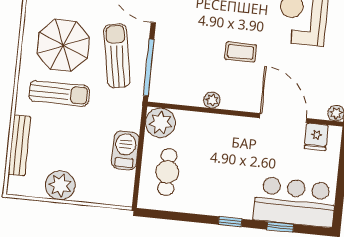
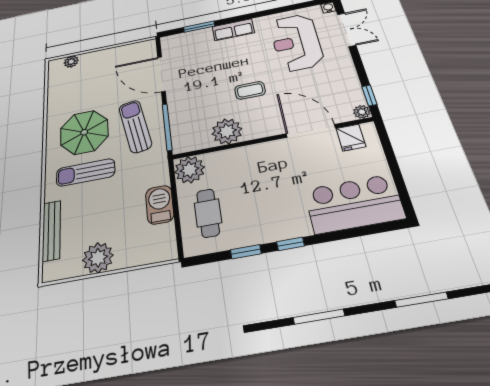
sun lounger: (59, 93) -> (86, 172), turned 180
plant: (212, 100) -> (227, 131), width x1.88, depth x1.88
window: (280, 227) -> (246, 252), moved

